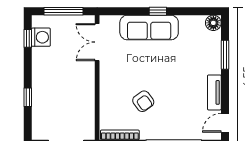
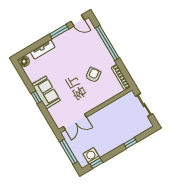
sofa: (149, 27) -> (46, 92), width x0.73
window: (225, 55) -> (59, 31), moved
tv unit: (214, 92) -> (43, 50), moved

